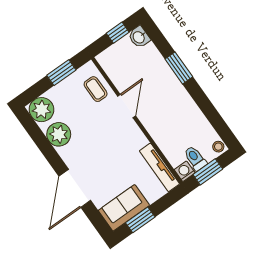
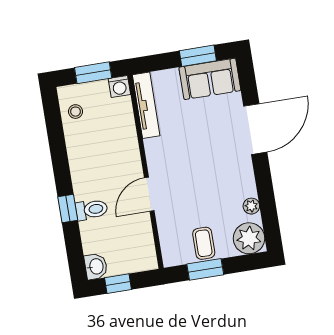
window: (179, 68) -> (68, 208), width x0.67
coffee table: (96, 89) -> (204, 243), moved
plant: (59, 134) -> (251, 206), width x0.53, depth x0.53
stool: (218, 147) -> (76, 112), moved
toilet: (195, 158) -> (92, 210), moved, turned -90

